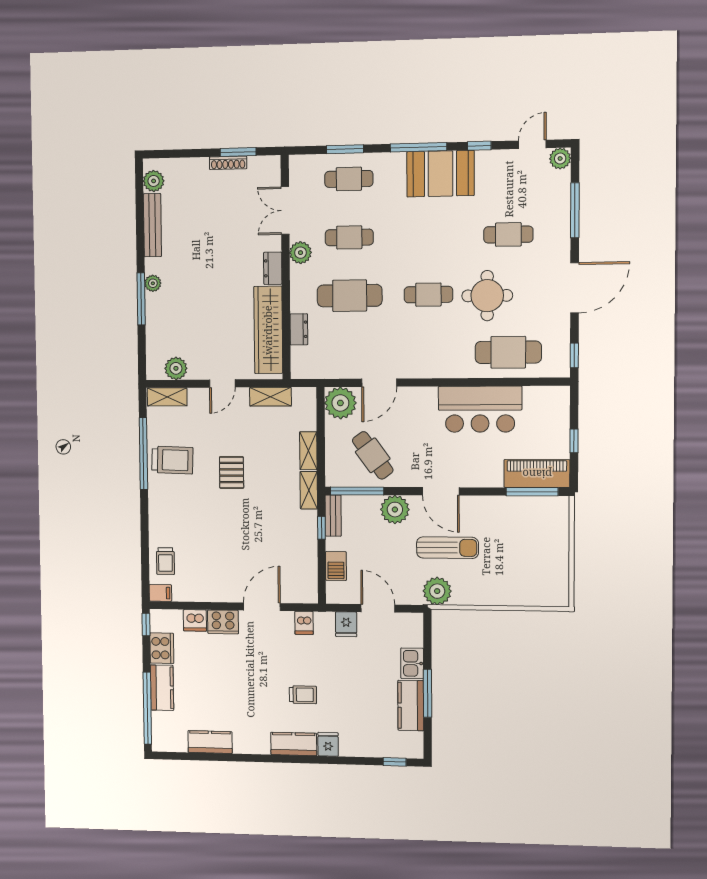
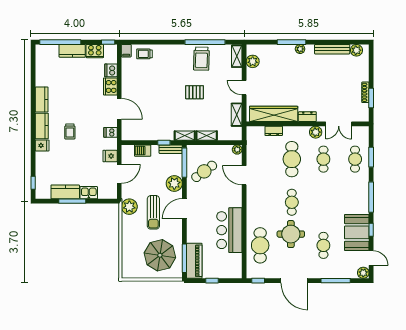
booth: (440, 174) -> (357, 232), moved
double door: (285, 211) -> (339, 124), swing flipped
plant: (340, 403) -> (237, 150), width x0.53, depth x0.53
parasol: (526, 536) -> (160, 255), added
kitchen counter: (210, 742) -> (42, 100), moved

